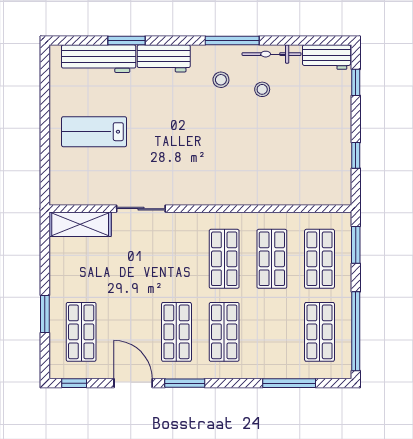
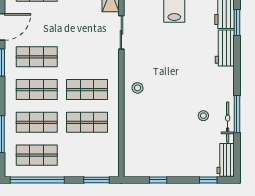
window: (232, 41) -> (237, 114), moved
stool: (221, 80) -> (138, 88), moved
shop shelf: (320, 259) -> (37, 122), moved

